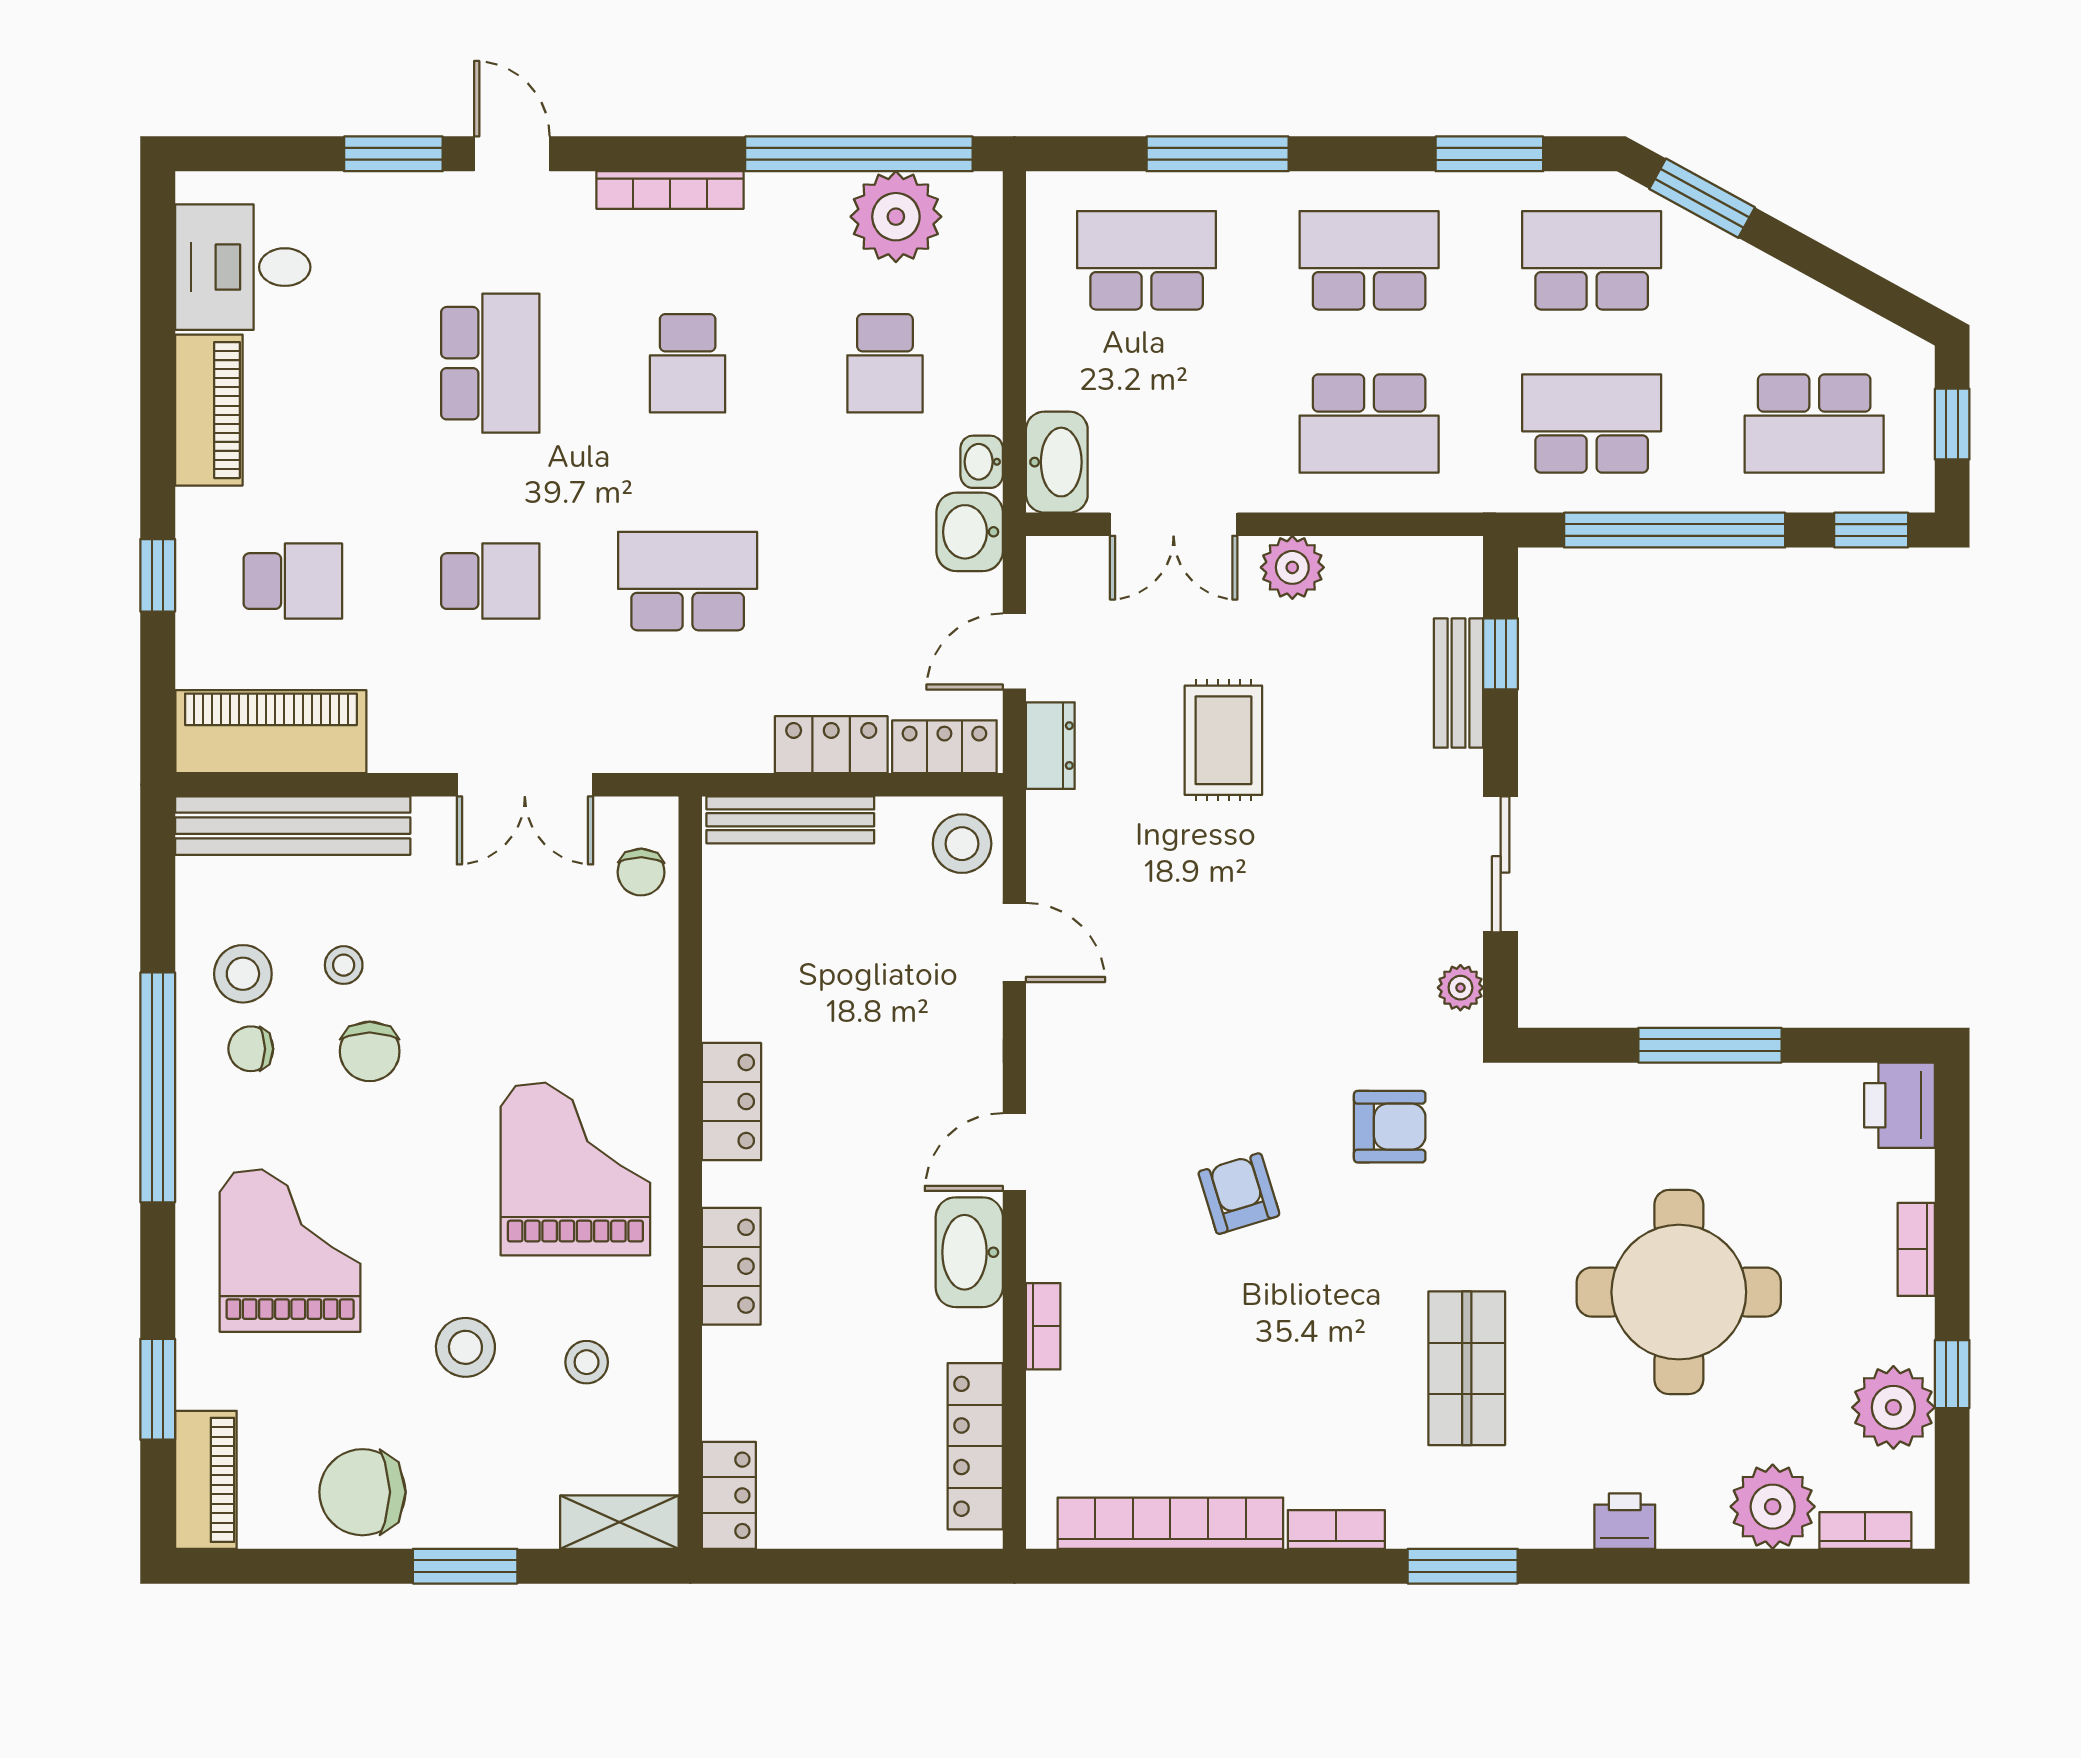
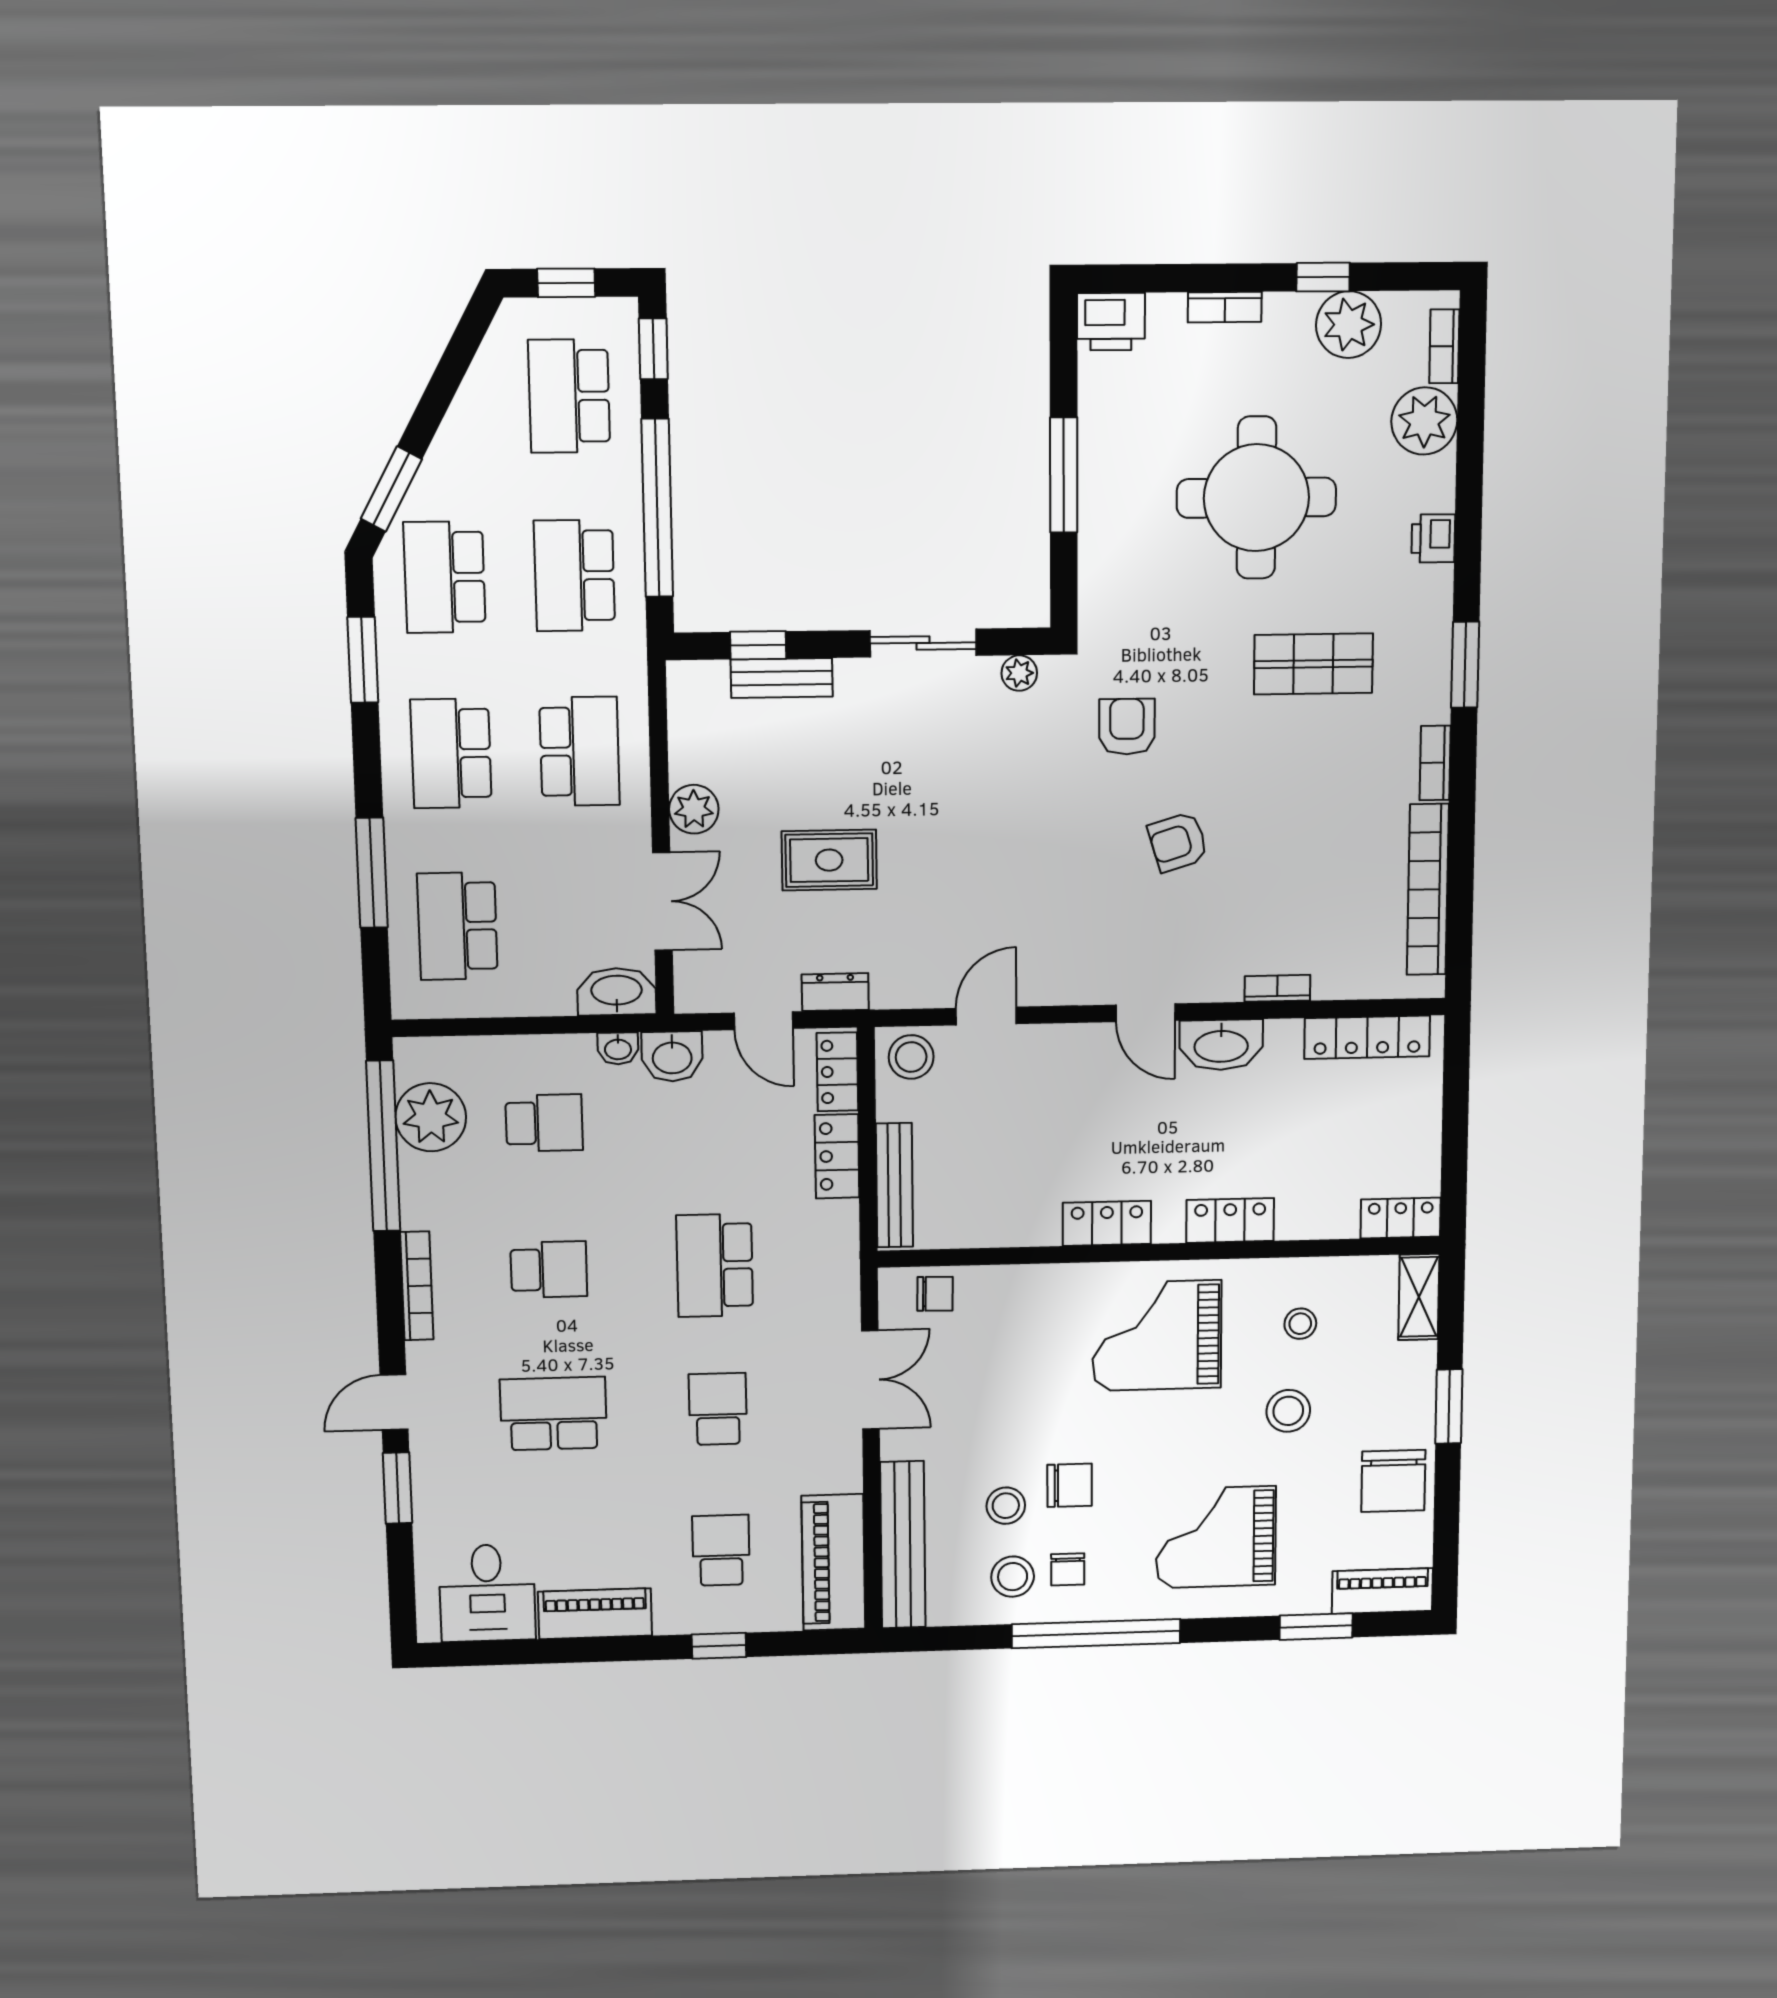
school desk: (1814, 423) -> (569, 396), turned 180
stool: (344, 965) -> (1006, 1506), width x1.37, depth x1.37

